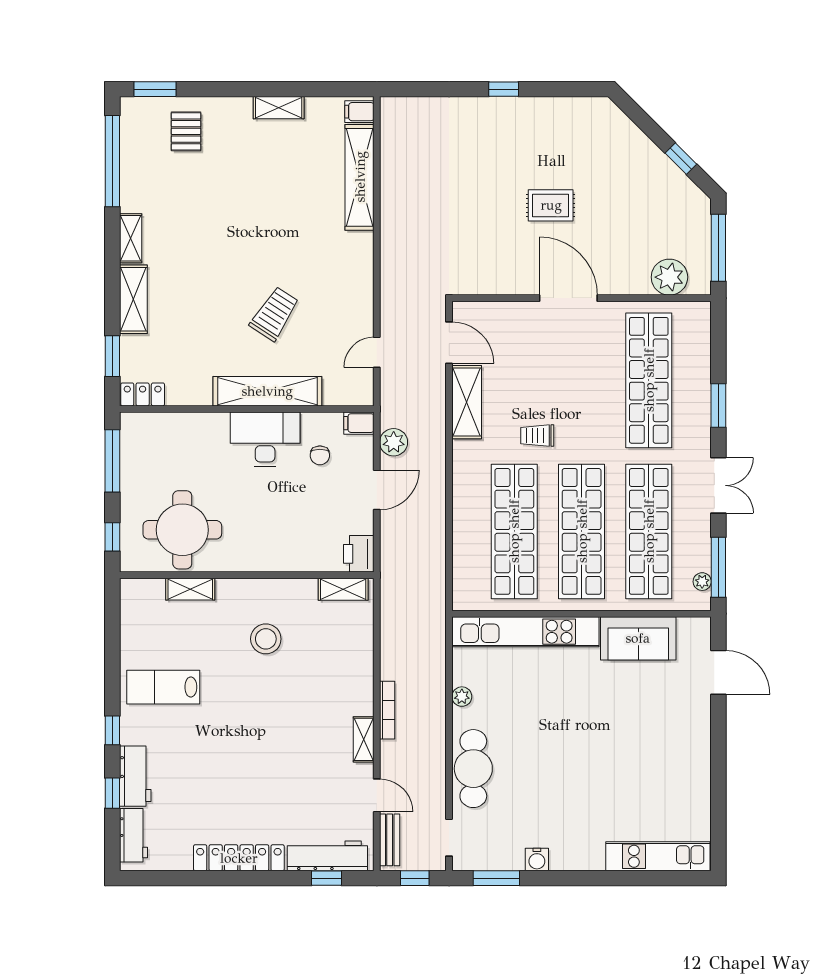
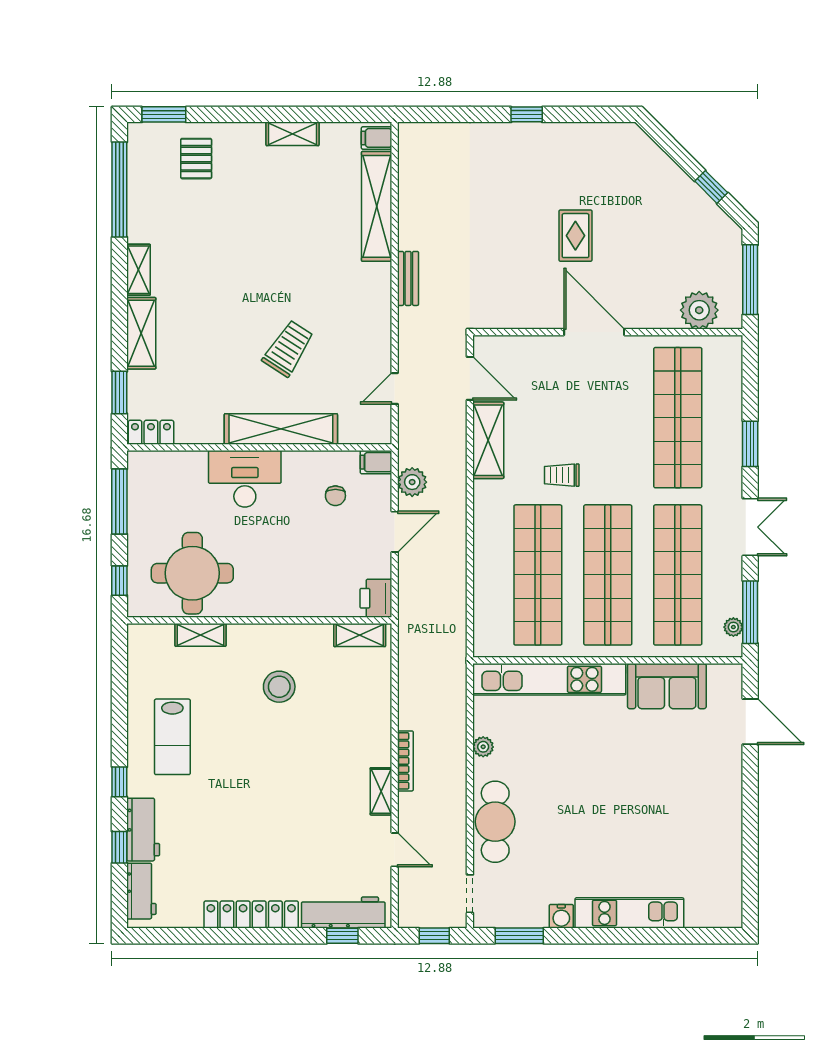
rug: (551, 205) -> (575, 236), turned 90
desk: (265, 439) -> (245, 479), moved
lab bench: (163, 687) -> (172, 737), turned -90
bench: (390, 840) -> (408, 278), moved
kitchen unit: (658, 856) -> (629, 913), moved

